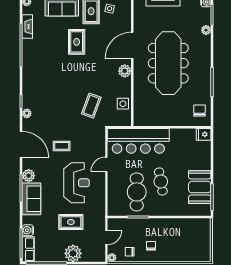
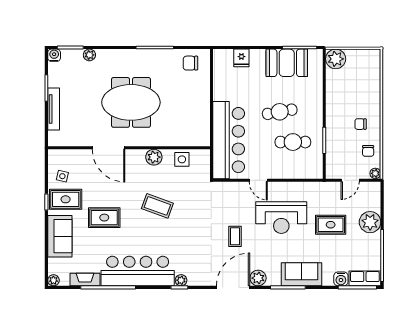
meeting table: (168, 63) -> (131, 102), width x0.73
bar counter: (34, 68) -> (138, 271), added
plant: (125, 71) -> (154, 157), moved
coffee table: (91, 106) -> (157, 206), moved
plant: (27, 113) -> (181, 280), moved
fridge: (204, 134) -> (241, 58), moved
plant: (29, 176) -> (258, 278), moved
reception desk: (77, 183) -> (281, 218), turned 180
cafe table: (137, 192) -> (293, 142), width x0.73, depth x0.74
rug: (71, 222) -> (331, 225), turned 90
plant: (203, 226) -> (336, 59), added
door: (106, 237) -> (350, 180), swing flipped

